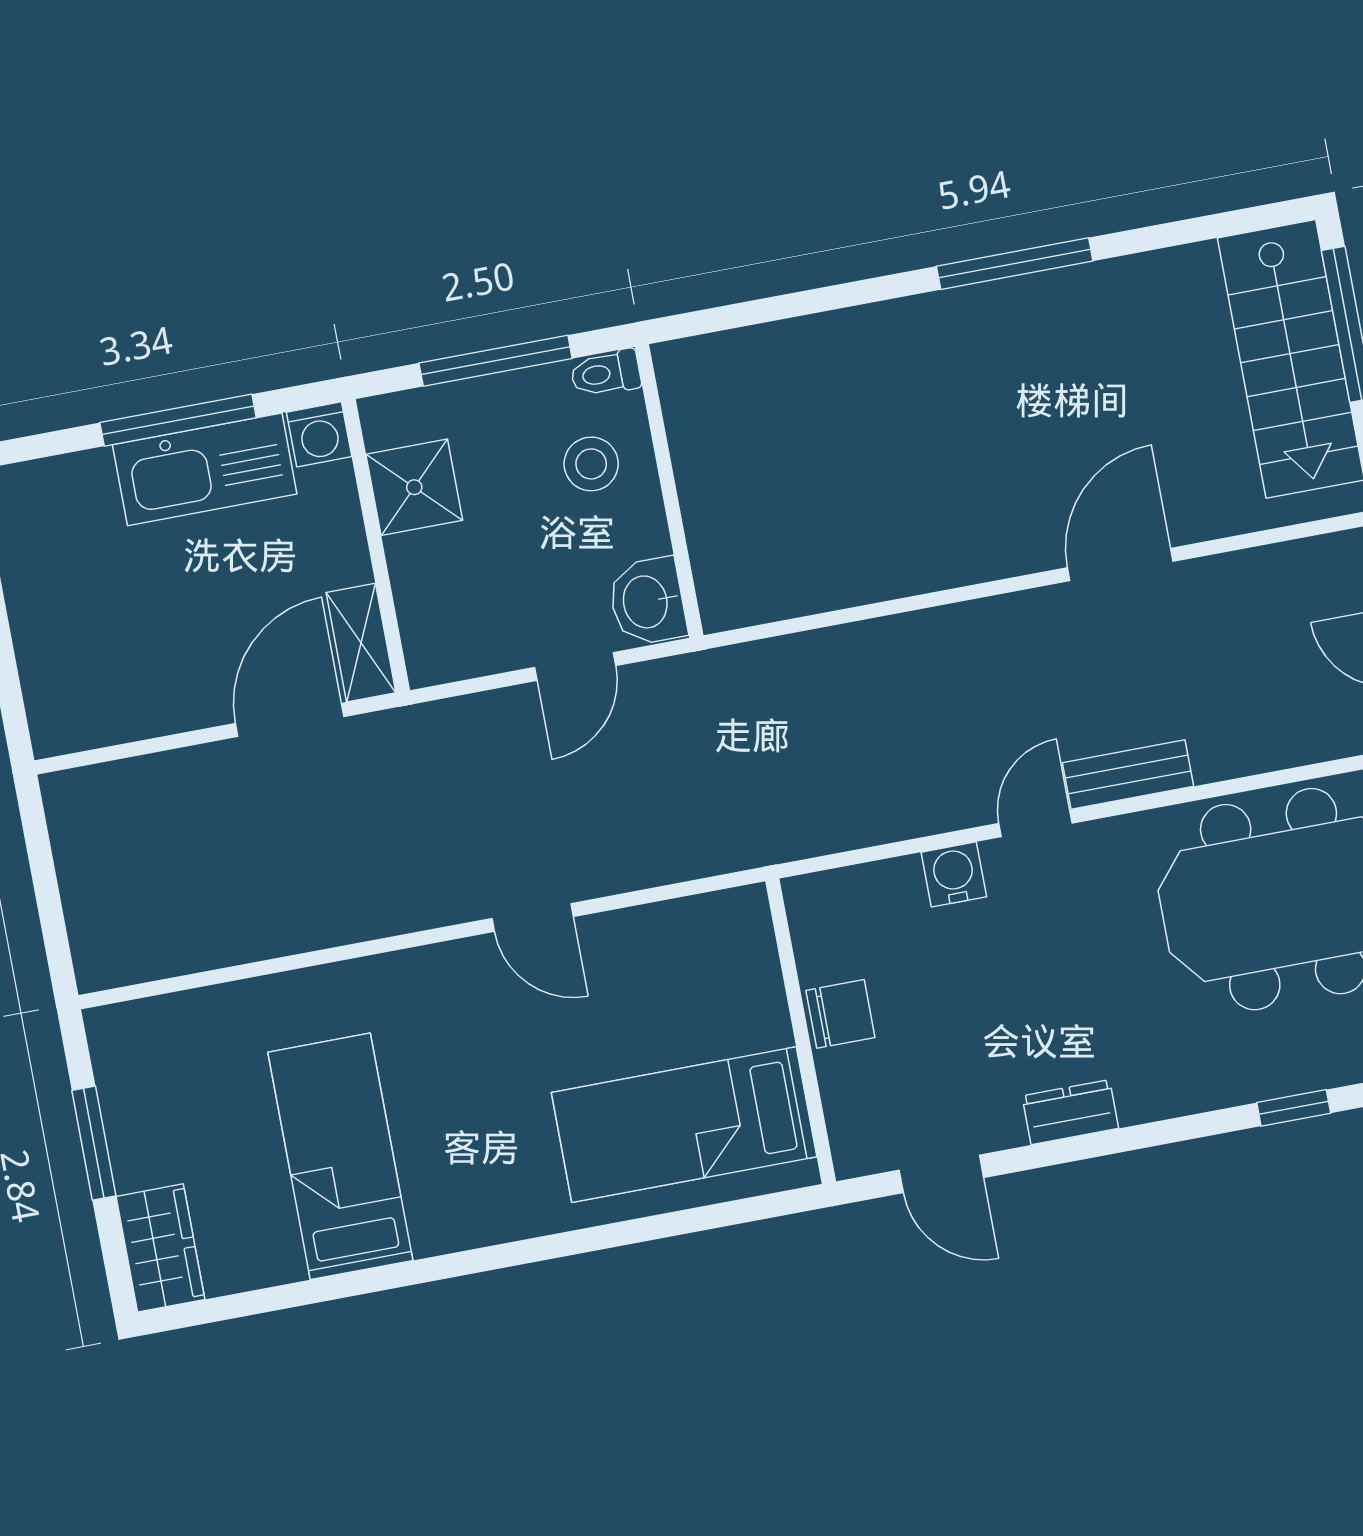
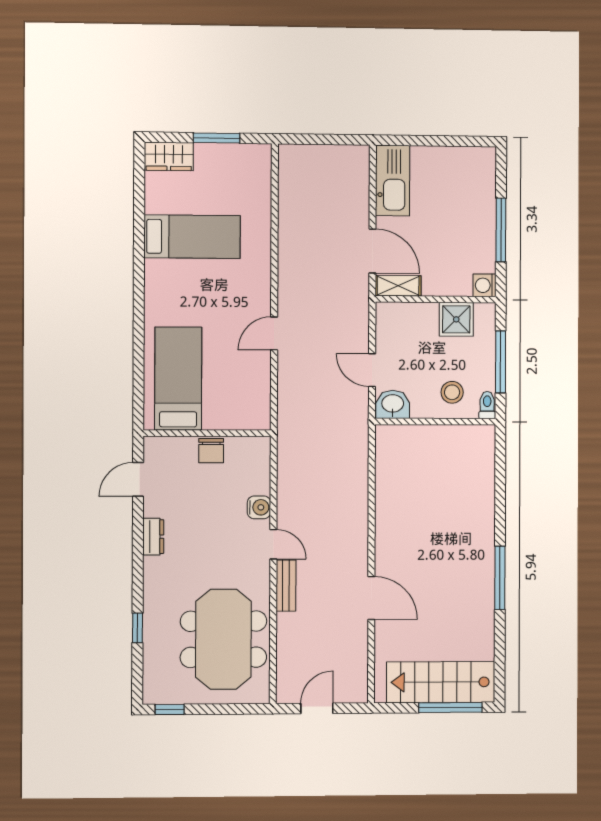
kitchen sink: (205, 469) -> (393, 181), moved, turned 180

